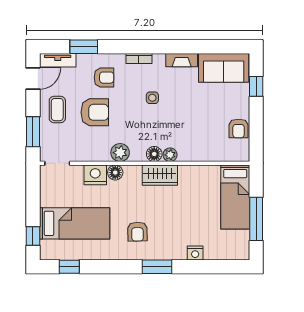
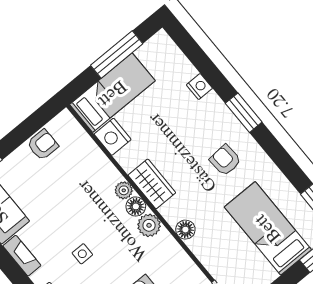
plant: (120, 153) -> (149, 225), moved
nightstand: (95, 175) -> (113, 137), moved
armchair: (137, 232) -> (225, 160), turned -93

